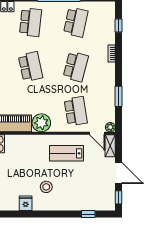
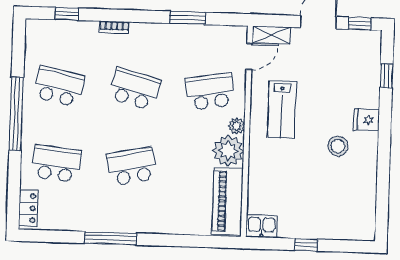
plant: (110, 127) -> (237, 126), moved
fridge: (26, 203) -> (366, 120), moved

